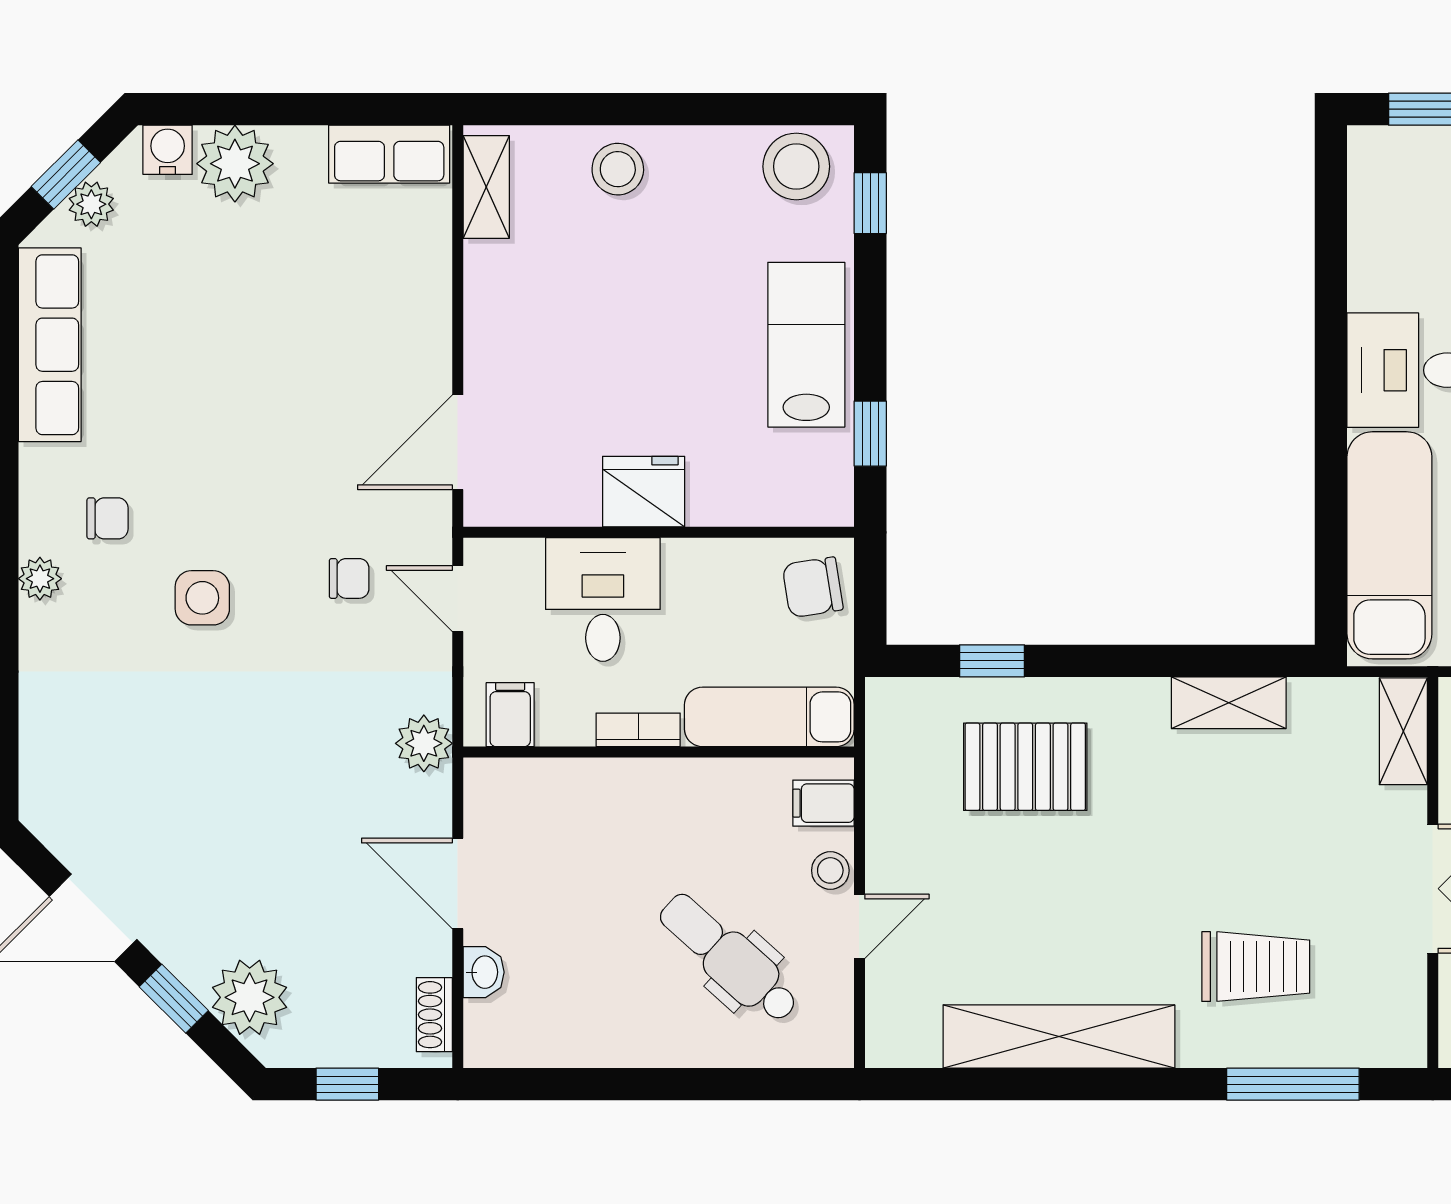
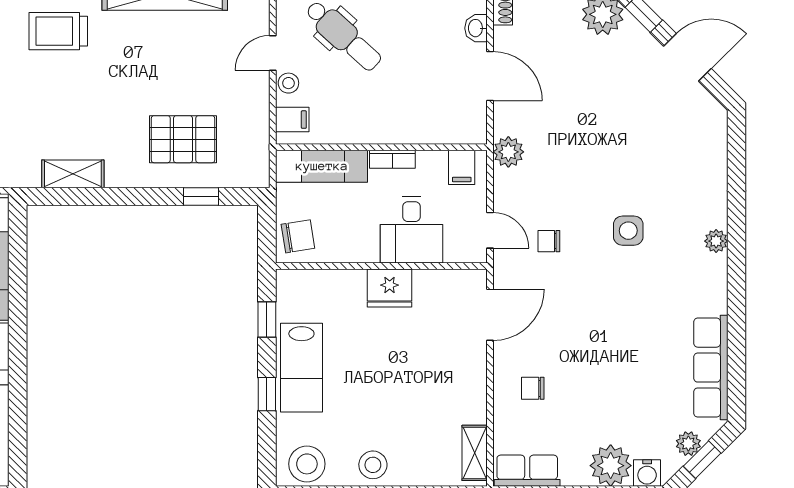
stool: (618, 169) -> (373, 465), moved
window: (870, 203) -> (267, 394), moved
chair: (108, 518) -> (533, 388), moved

